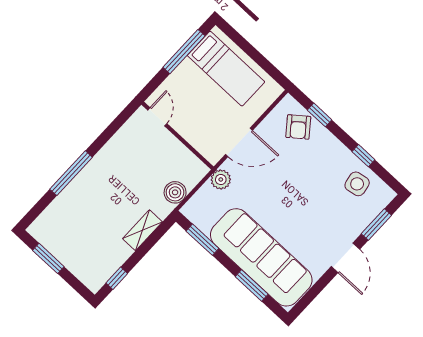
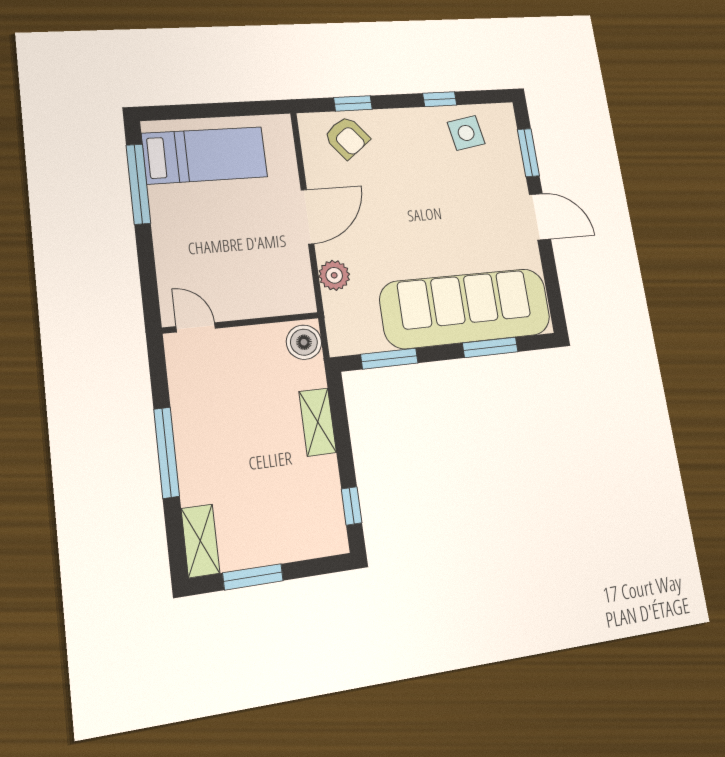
door: (157, 117) -> (196, 327), moved
wall: (178, 136) -> (241, 323), moved
shelving: (45, 221) -> (200, 541), added

